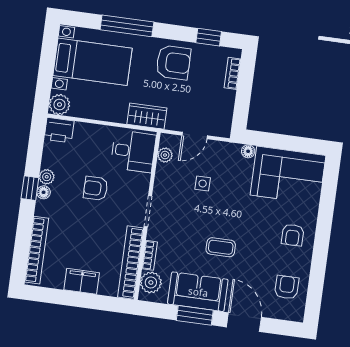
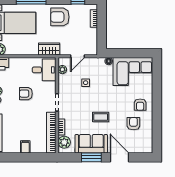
armchair: (173, 62) -> (60, 17), turned 180
filing cabinet: (82, 281) -> (25, 147), width x0.50
armchair: (287, 287) -> (133, 124), moved

